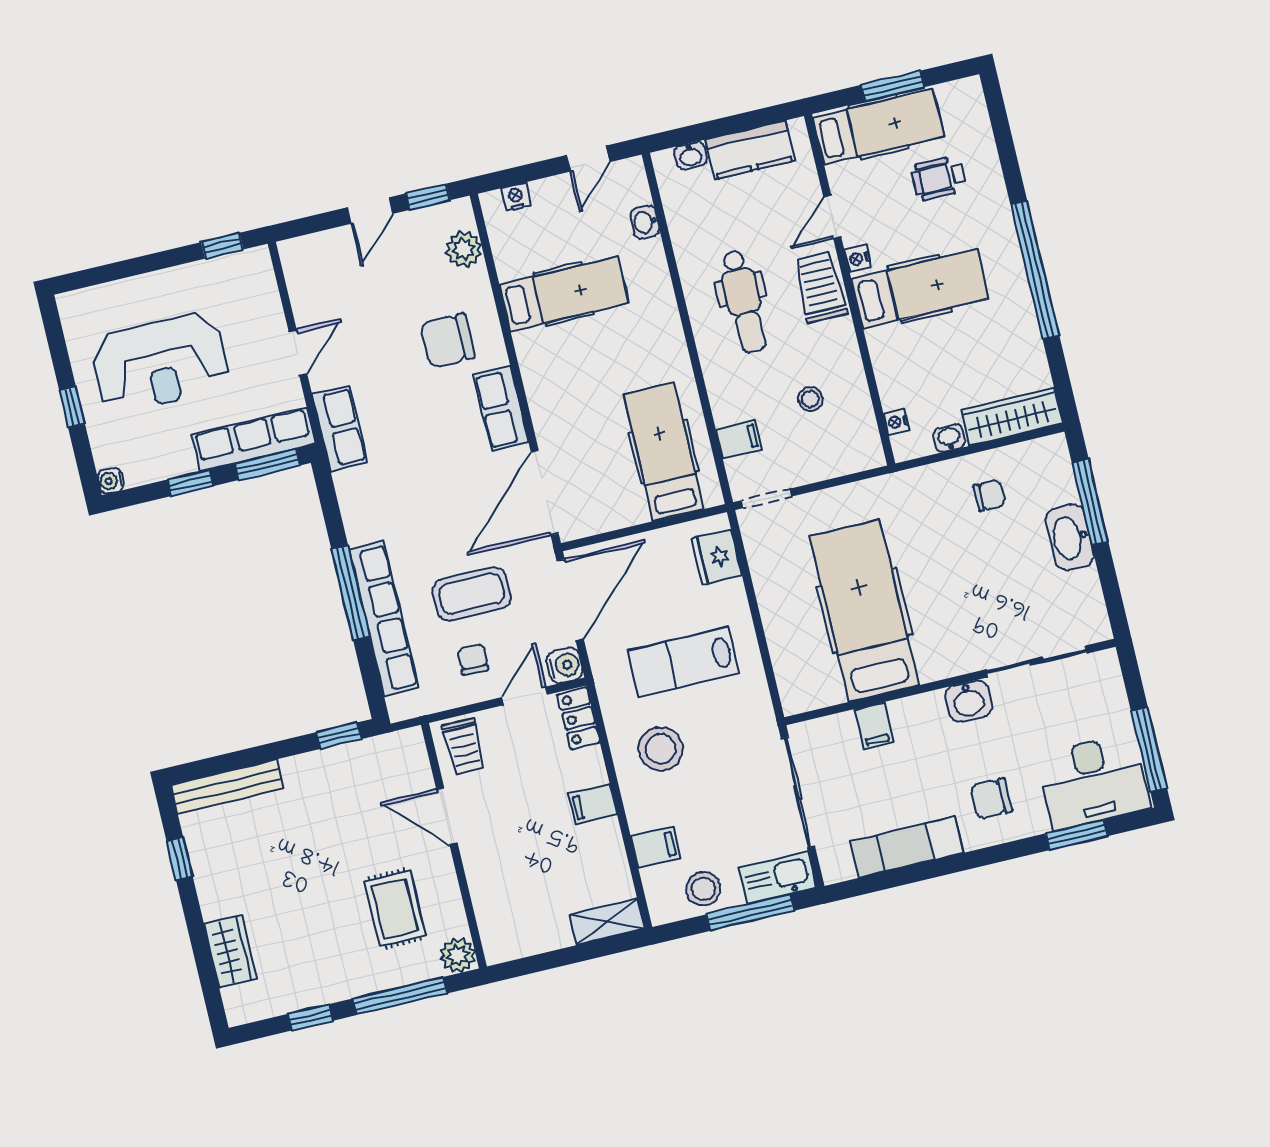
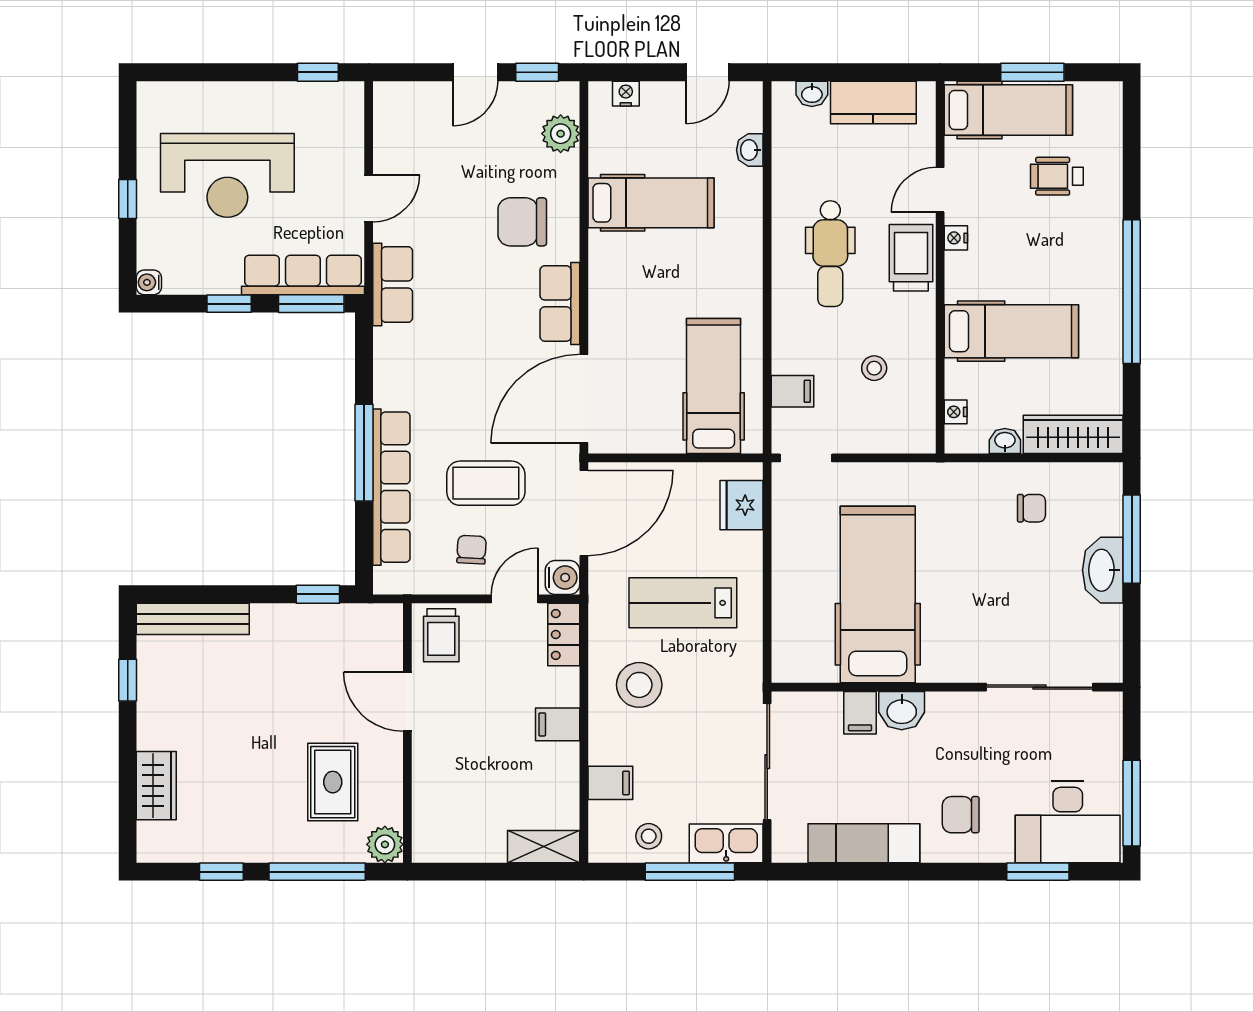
hospital bed: (920, 289) -> (1011, 331), moved
washbasin: (969, 701) -> (902, 711), moved
stool: (703, 889) -> (649, 836), width x0.73, depth x0.73

